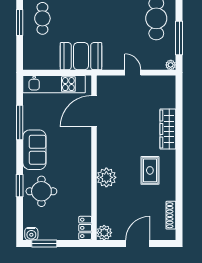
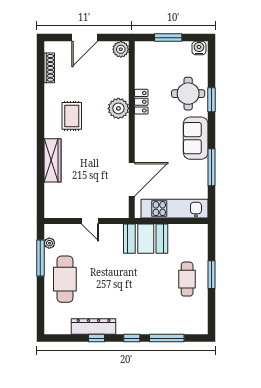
plant: (171, 65) -> (49, 243), moved
locker: (85, 228) -> (141, 102), moved
window: (44, 244) -> (168, 38), moved

